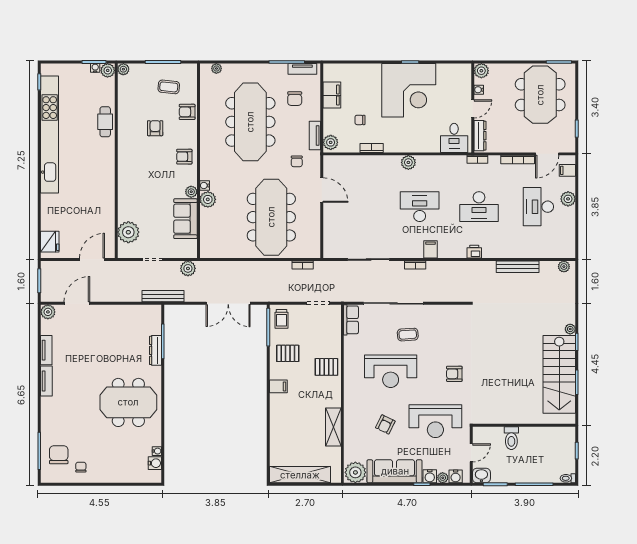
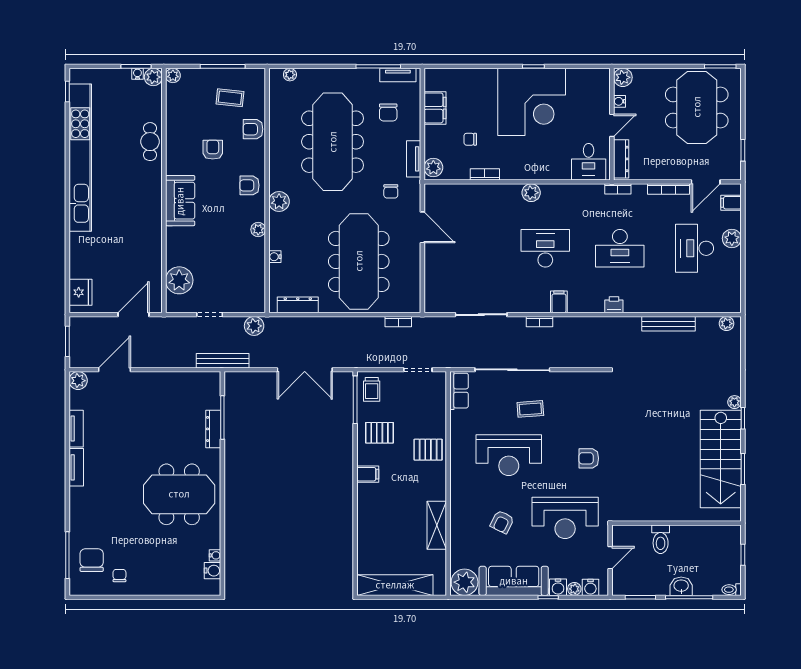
water cooler: (205, 186) -> (275, 257), moved
plant: (208, 199) -> (279, 201), moved
sofa: (185, 219) -> (180, 201), moved, turned 180
dresser: (223, 252) -> (298, 305), added
washbasin: (481, 475) -> (681, 586), moved

